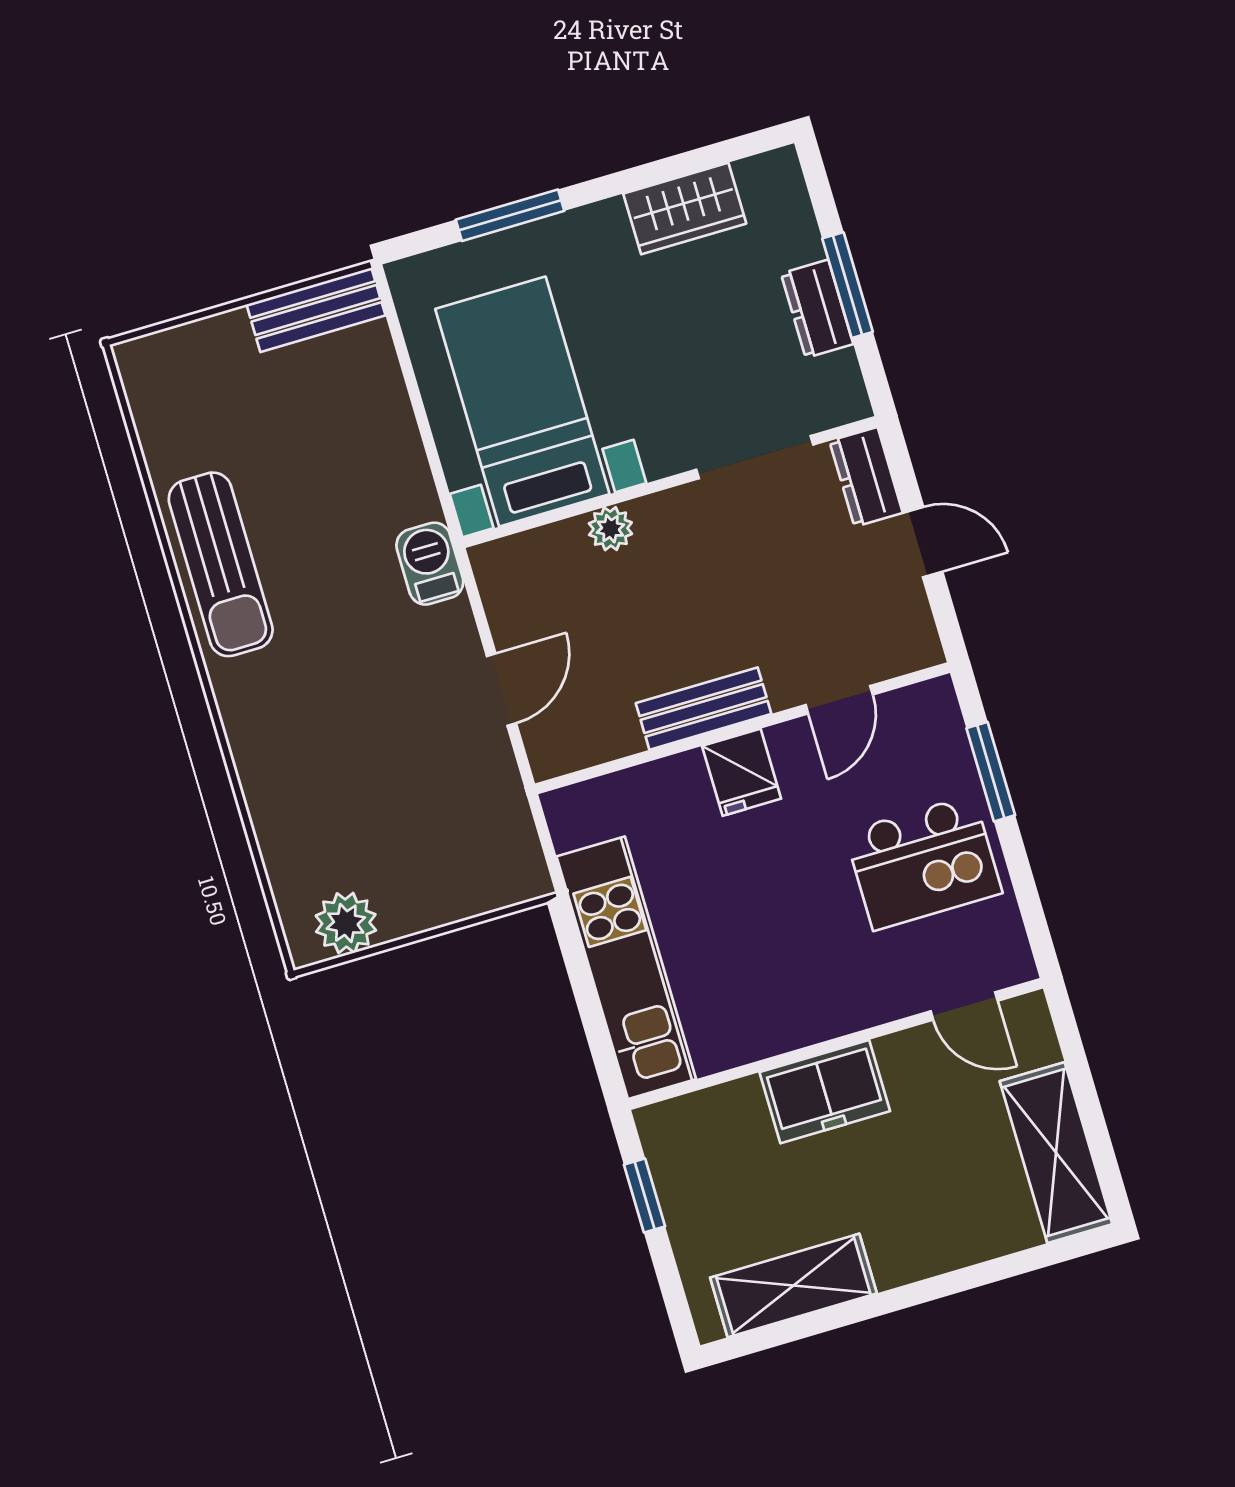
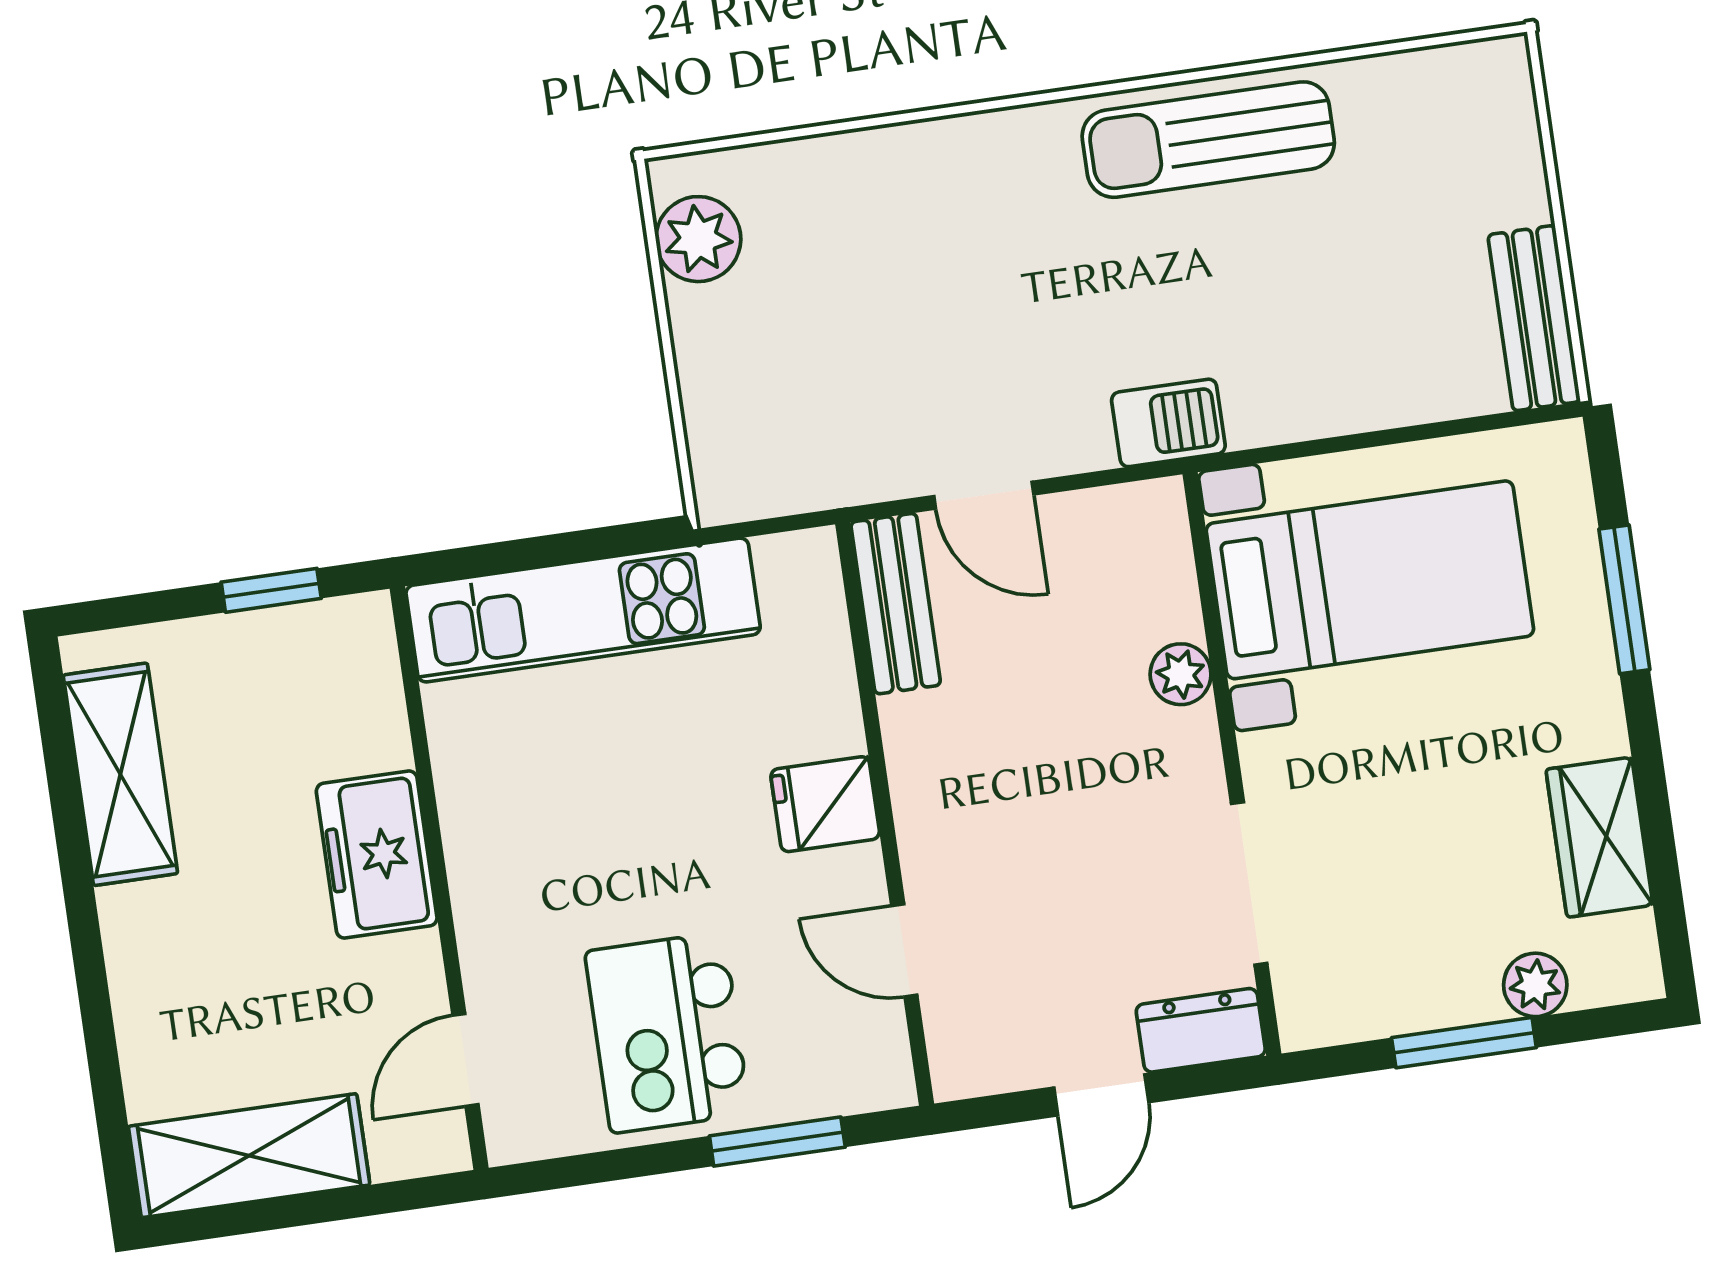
plant: (798, 240) -> (1535, 985), added
dresser: (817, 309) -> (1438, 997), removed
bench: (704, 709) -> (896, 604), moved

